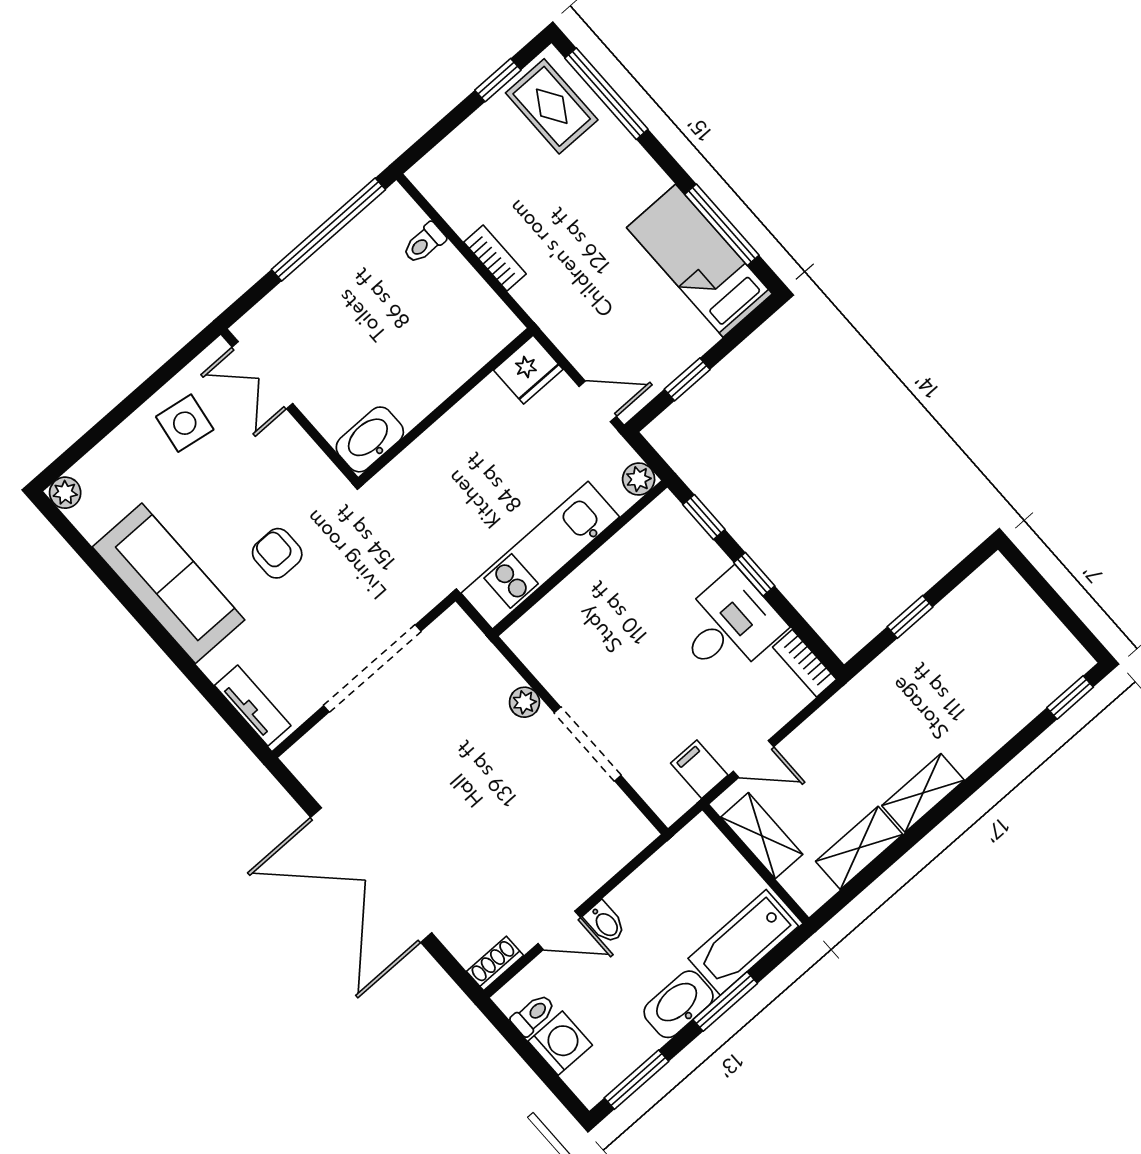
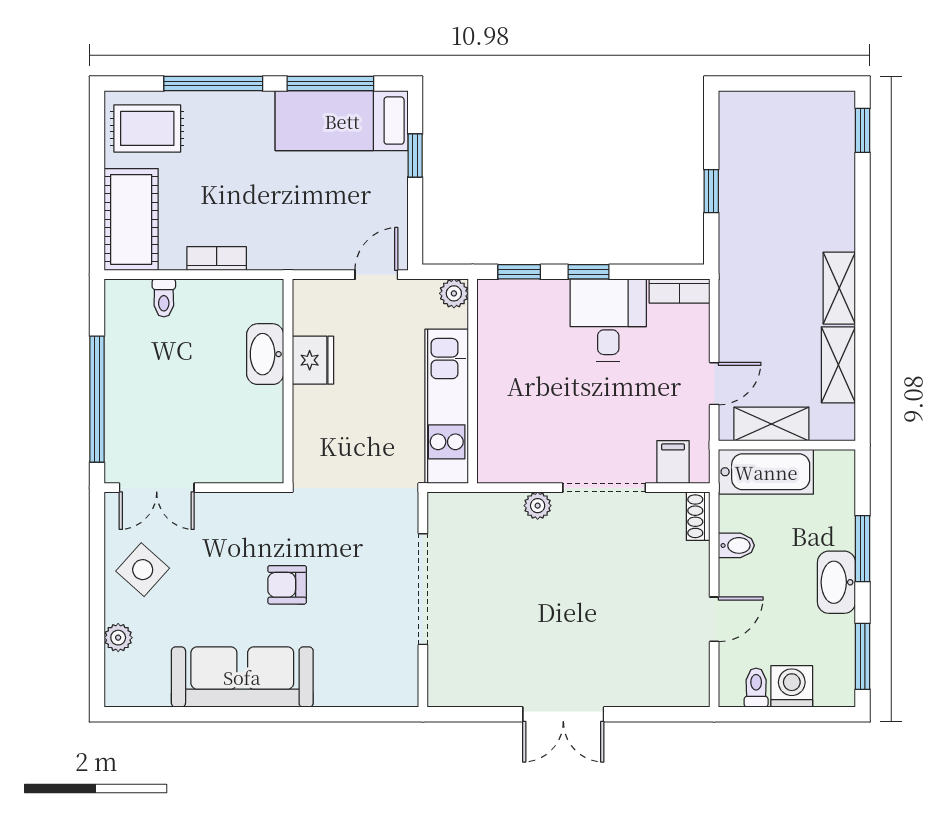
window: (498, 80) -> (97, 149), removed
window: (606, 94) -> (213, 84), moved
cot: (465, 159) -> (131, 219), added
window: (328, 229) -> (97, 399), moved
fridge: (528, 370) -> (313, 360), moved
window: (687, 379) -> (415, 155), moved
side table: (185, 423) -> (143, 570), turned 33
washbasin: (370, 439) -> (265, 354), moved
plant: (65, 493) -> (118, 638), moved
tv unit: (253, 705) -> (376, 693), removed
filing cabinet: (699, 769) -> (673, 462), moved, turned 90
double door: (371, 875) -> (563, 714), width x0.54
bidet: (605, 923) -> (736, 545), moved
bathtub: (743, 942) -> (766, 472), moved, turned -90
shoe rack: (495, 963) -> (698, 516), moved

